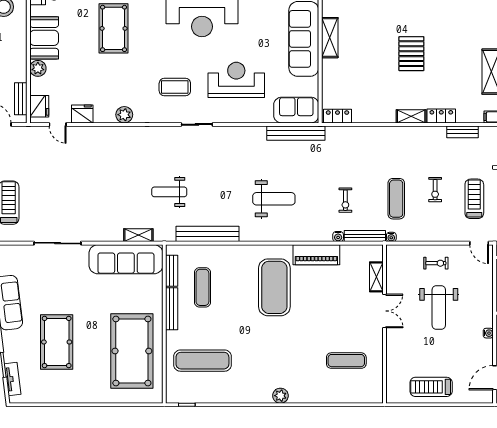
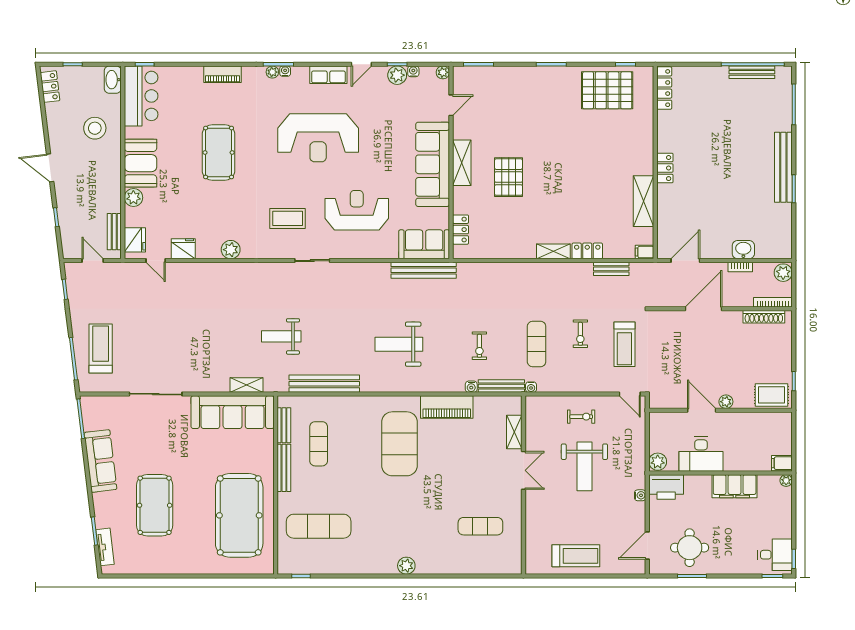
pallet: (411, 54) -> (509, 177), moved
locker: (337, 116) -> (460, 230), moved, turned 90
weight bench: (274, 199) -> (399, 344), turned 180
treadmill: (474, 199) -> (624, 344), turned 180
treadmill: (431, 387) -> (576, 556), turned 180

